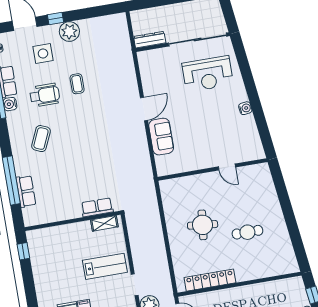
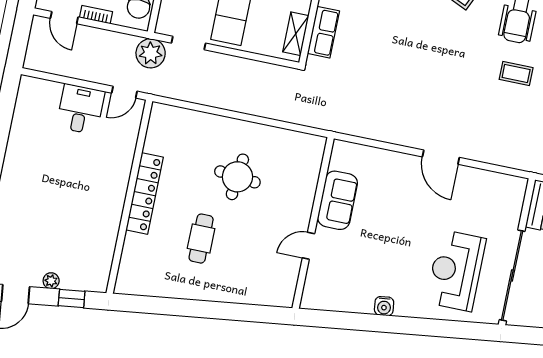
sofa: (161, 137) -> (338, 200), moved, turned -90
locker: (210, 280) -> (145, 194), moved

